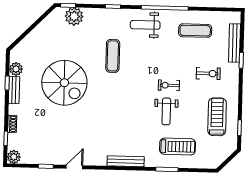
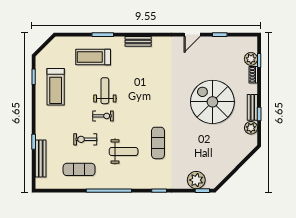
weight bench: (145, 25) -> (124, 151), moved
exercise bike: (208, 73) -> (85, 139), moved
spiral stairs: (64, 83) -> (212, 102), moved
plant: (14, 157) -> (251, 59), moved
bench: (126, 161) -> (138, 41), width x0.73

